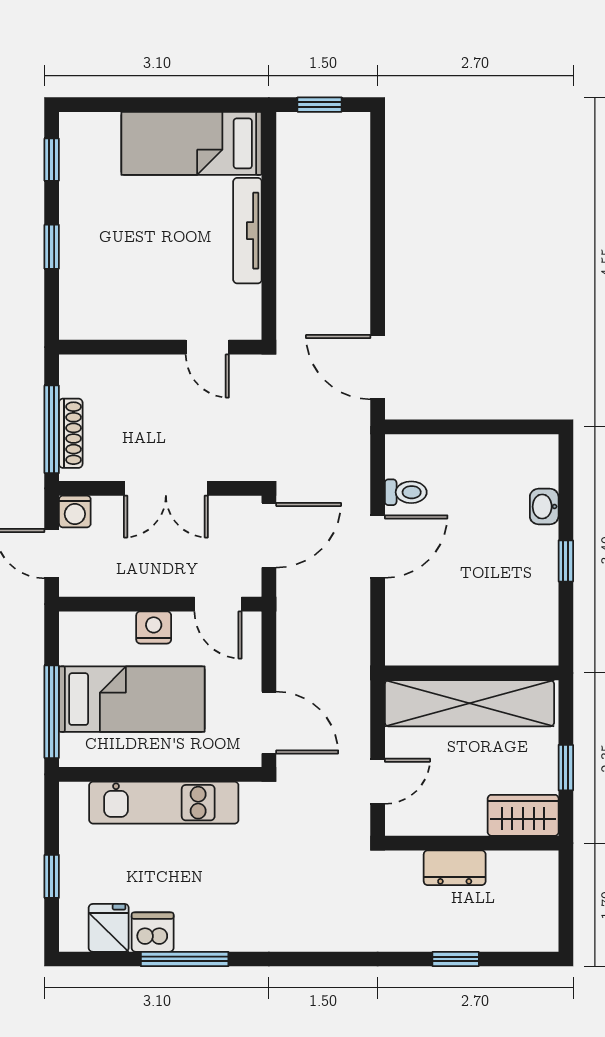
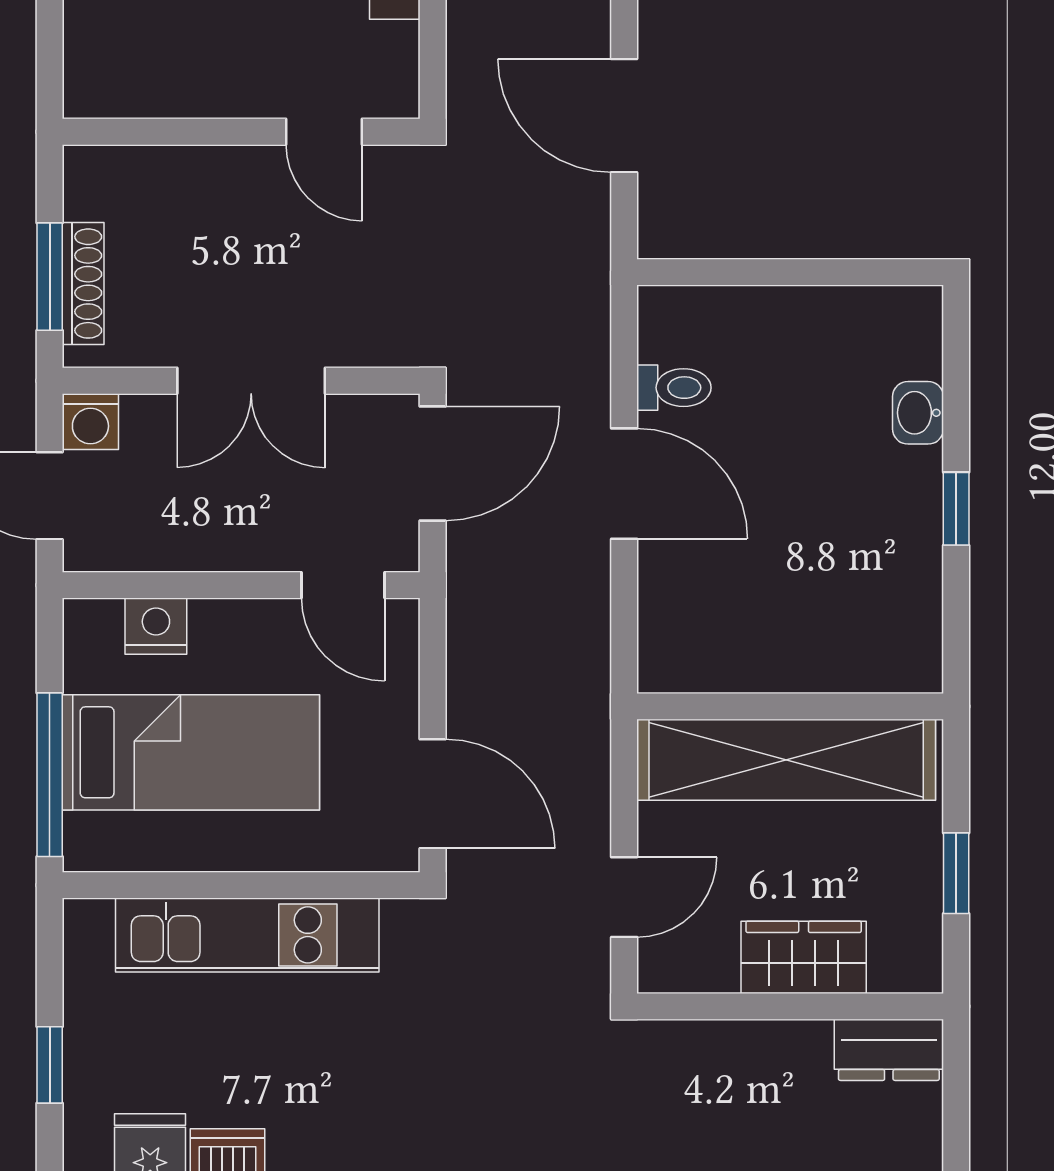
door: (378, 367) -> (624, 116), moved
window: (52, 429) -> (50, 277), width x0.69
door: (378, 547) -> (624, 484), hinge flipped
nightstand: (154, 627) -> (156, 626), moved
wardrobe: (523, 815) -> (804, 957), moved
dresser: (455, 868) -> (889, 1050), moved

